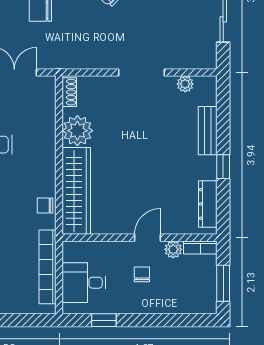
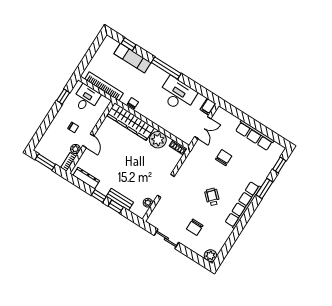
window: (223, 130) -> (116, 207), added

